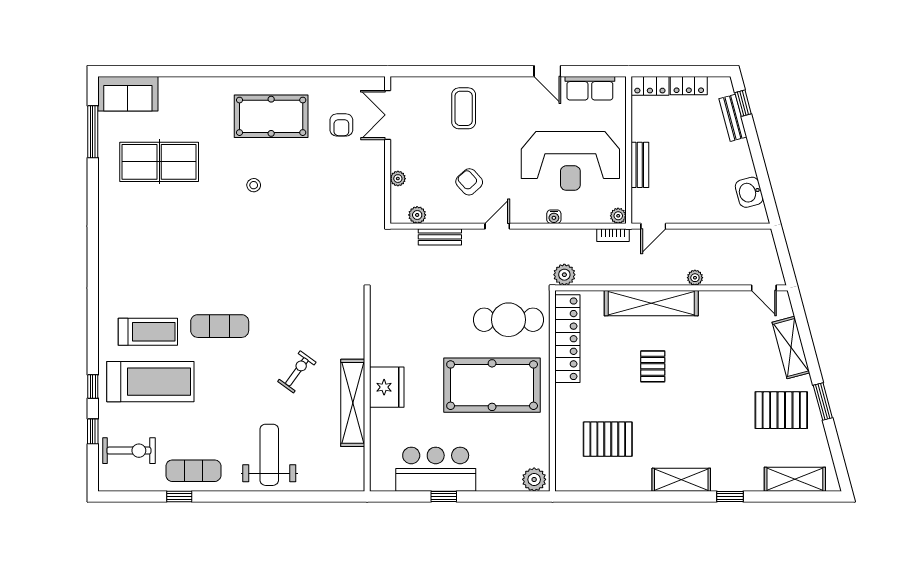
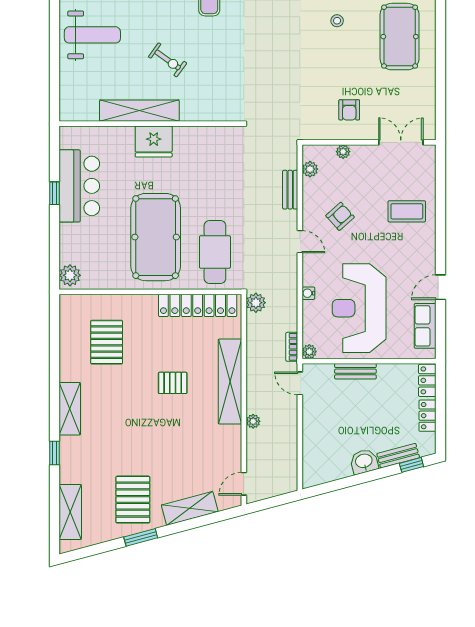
armchair: (341, 125) -> (349, 110), moved, turned -90
washbasin: (749, 192) -> (364, 461), moved

